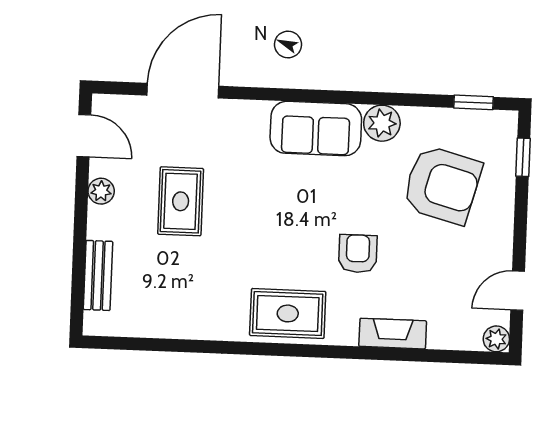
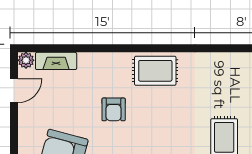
fireplace: (393, 334) -> (56, 61), moved

